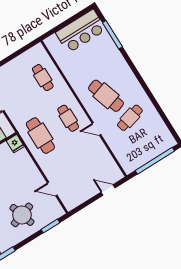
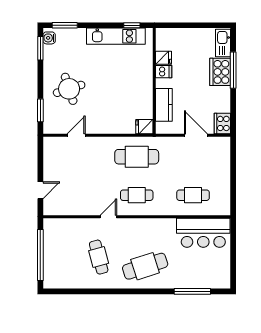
bar counter: (81, 31) -> (203, 233), moved, turned -90
cafe table: (106, 96) -> (145, 266), moved

